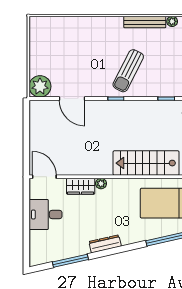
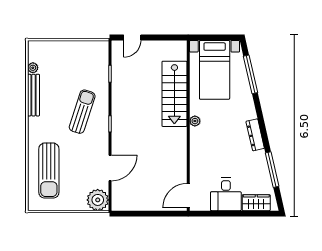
sun lounger: (69, 38) -> (49, 171), added
sun lounger: (128, 71) -> (82, 112), turned -99
plant: (101, 184) -> (195, 121), moved
wardrobe: (81, 186) -> (256, 203), moved, turned -90

